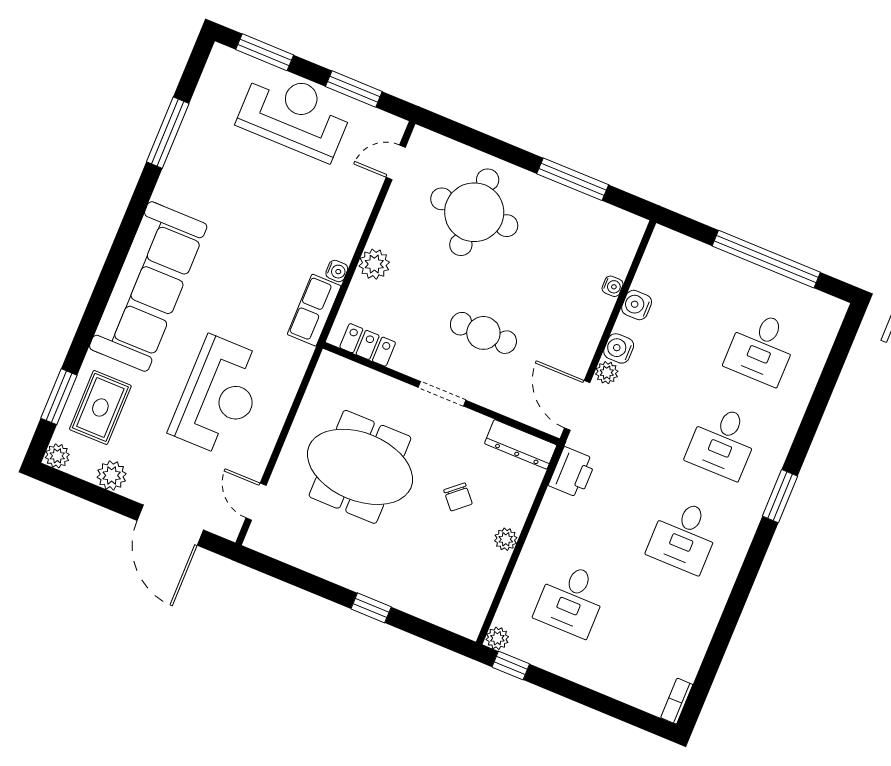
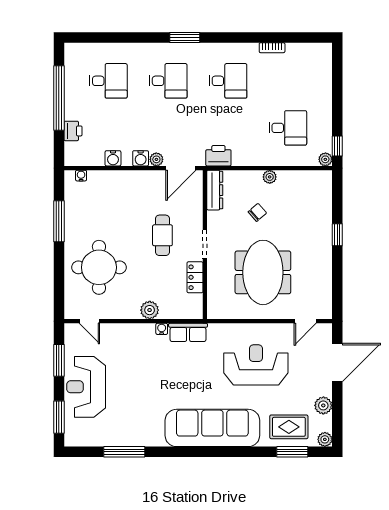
printer: (706, 260) -> (73, 131), added
water cooler: (613, 286) -> (81, 176), moved
locker: (368, 345) -> (195, 277), moved
bookcase: (677, 701) -> (272, 48), moved

